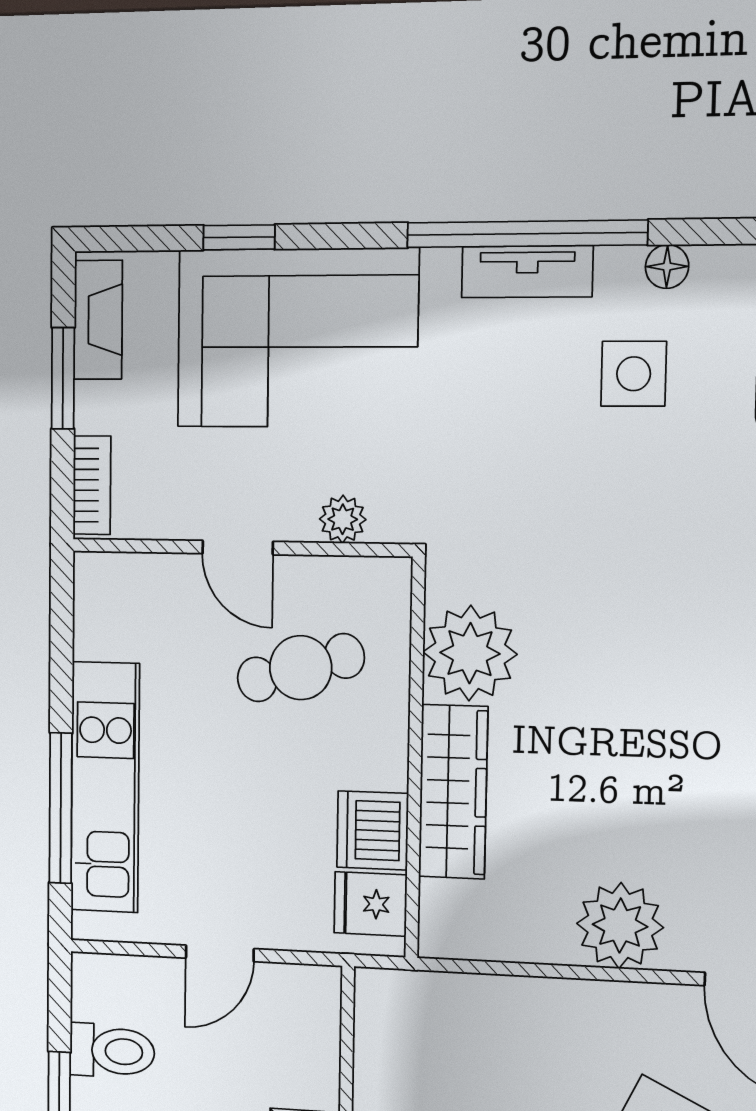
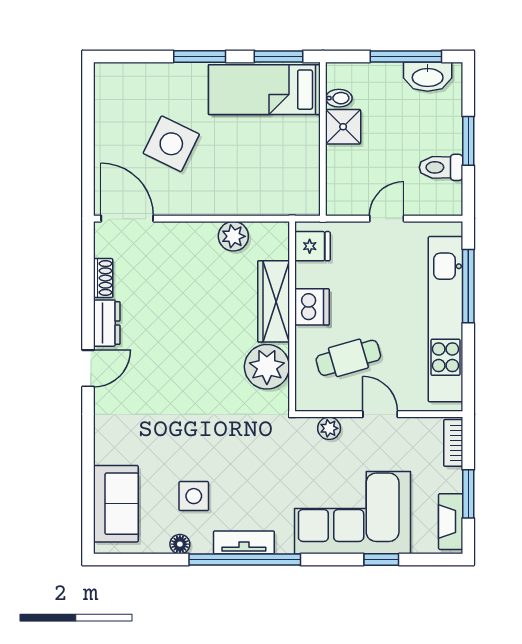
kitchen unit: (105, 787) -> (445, 319), width x1.36
dishwasher: (373, 830) -> (312, 307), moved
plant: (620, 925) -> (233, 236), moved, width x0.73, depth x0.73

